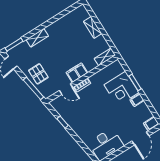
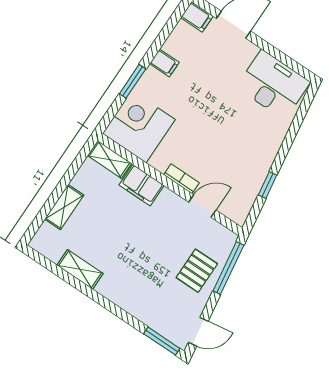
shelving: (37, 38) -> (80, 269), moved
filing cabinet: (77, 73) -> (142, 185), moved
door: (66, 89) -> (202, 206), hinge flipped
corner desk: (121, 89) -> (139, 126), moved, turned -90

